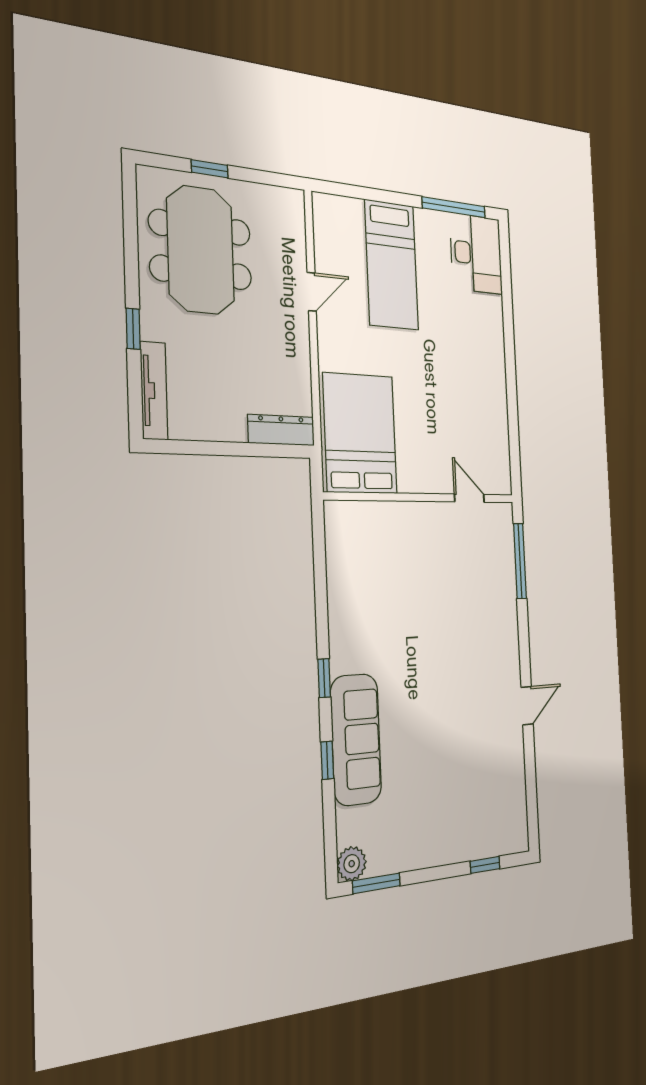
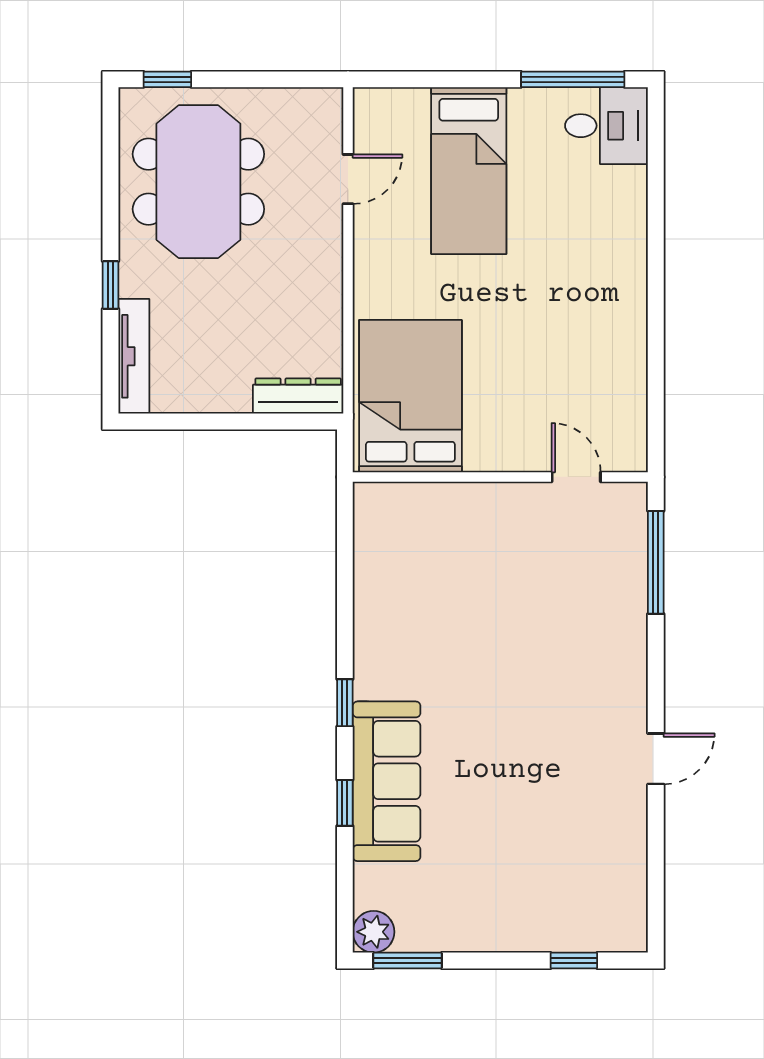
window: (210, 169) -> (167, 79), moved
desk: (476, 254) -> (606, 126), width x0.73
door: (312, 292) -> (348, 179), moved

